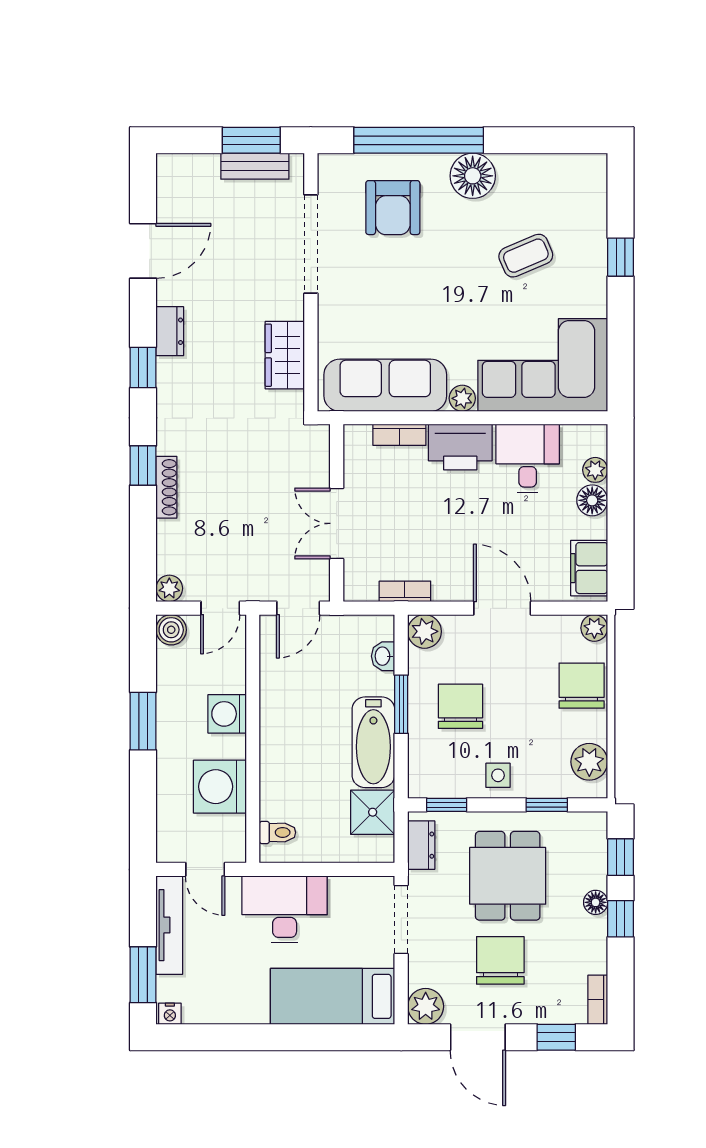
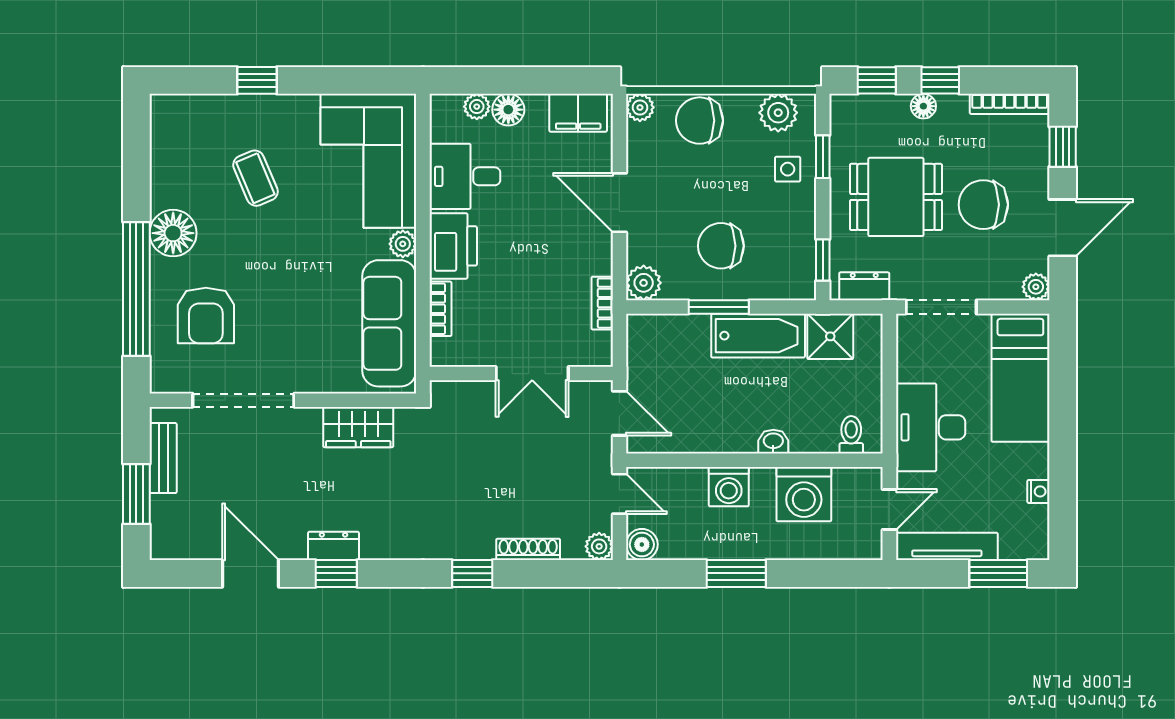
window: (251, 140) -> (136, 494), moved
armchair: (393, 208) -> (206, 316), turned 90
window: (143, 367) -> (336, 573), moved
shoe rack: (166, 487) -> (528, 549), moved
door: (502, 608) -> (619, 203), hinge flipped
washbasin: (383, 656) -> (773, 442), moved, turned 180
side table: (498, 775) -> (788, 169), moved
bookcase: (598, 1000) -> (1010, 104), width x1.56
plant: (426, 1006) -> (1036, 287), width x0.73, depth x0.73
nightstand: (170, 1014) -> (1038, 491), moved

